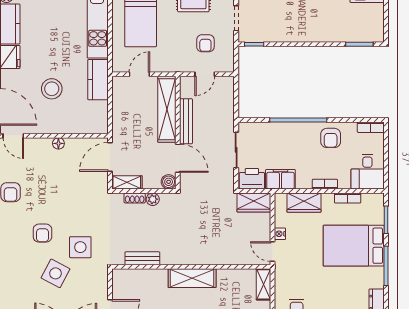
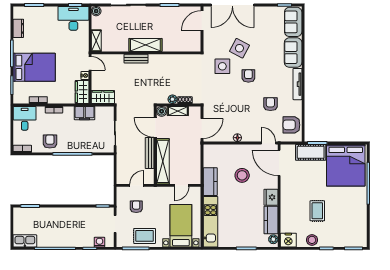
printer: (252, 179) -> (104, 113), removed
shelving: (127, 182) -> (178, 111), moved
wardrobe: (304, 203) -> (82, 92), moved, turned -90
bench: (142, 258) -> (136, 59), moved

